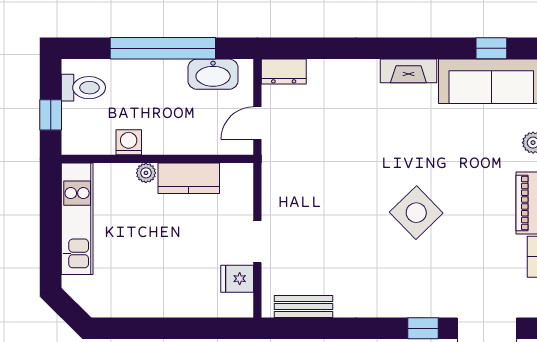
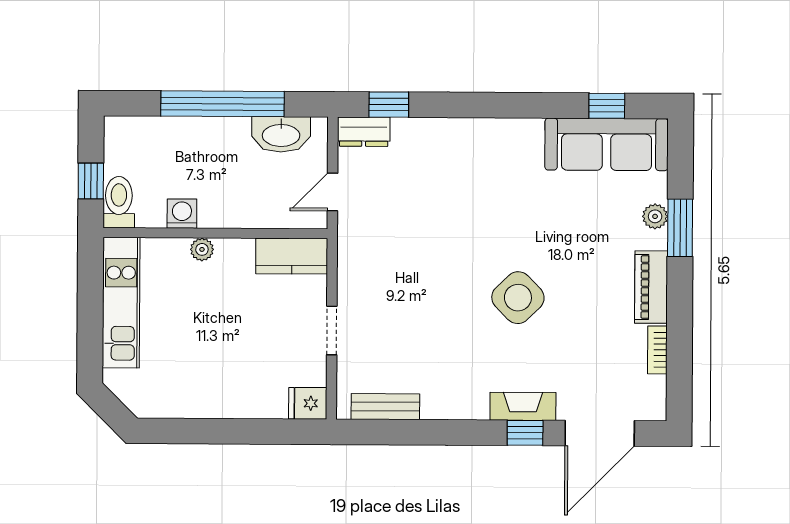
window: (305, 48) -> (389, 105), added
fireplace: (408, 71) -> (523, 406), moved, turned 180
toilet: (83, 88) -> (119, 202), moved, turned -90
kitchen counter: (189, 178) -> (292, 256), moved
fridge: (237, 279) -> (308, 403), moved

